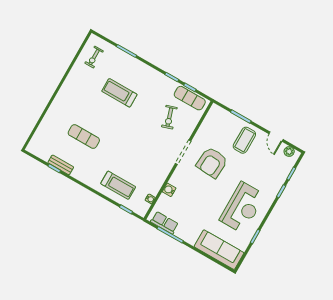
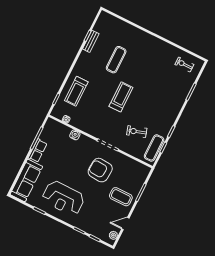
treadmill: (119, 93) -> (121, 97), moved
row of seats: (165, 223) -> (38, 151), moved

